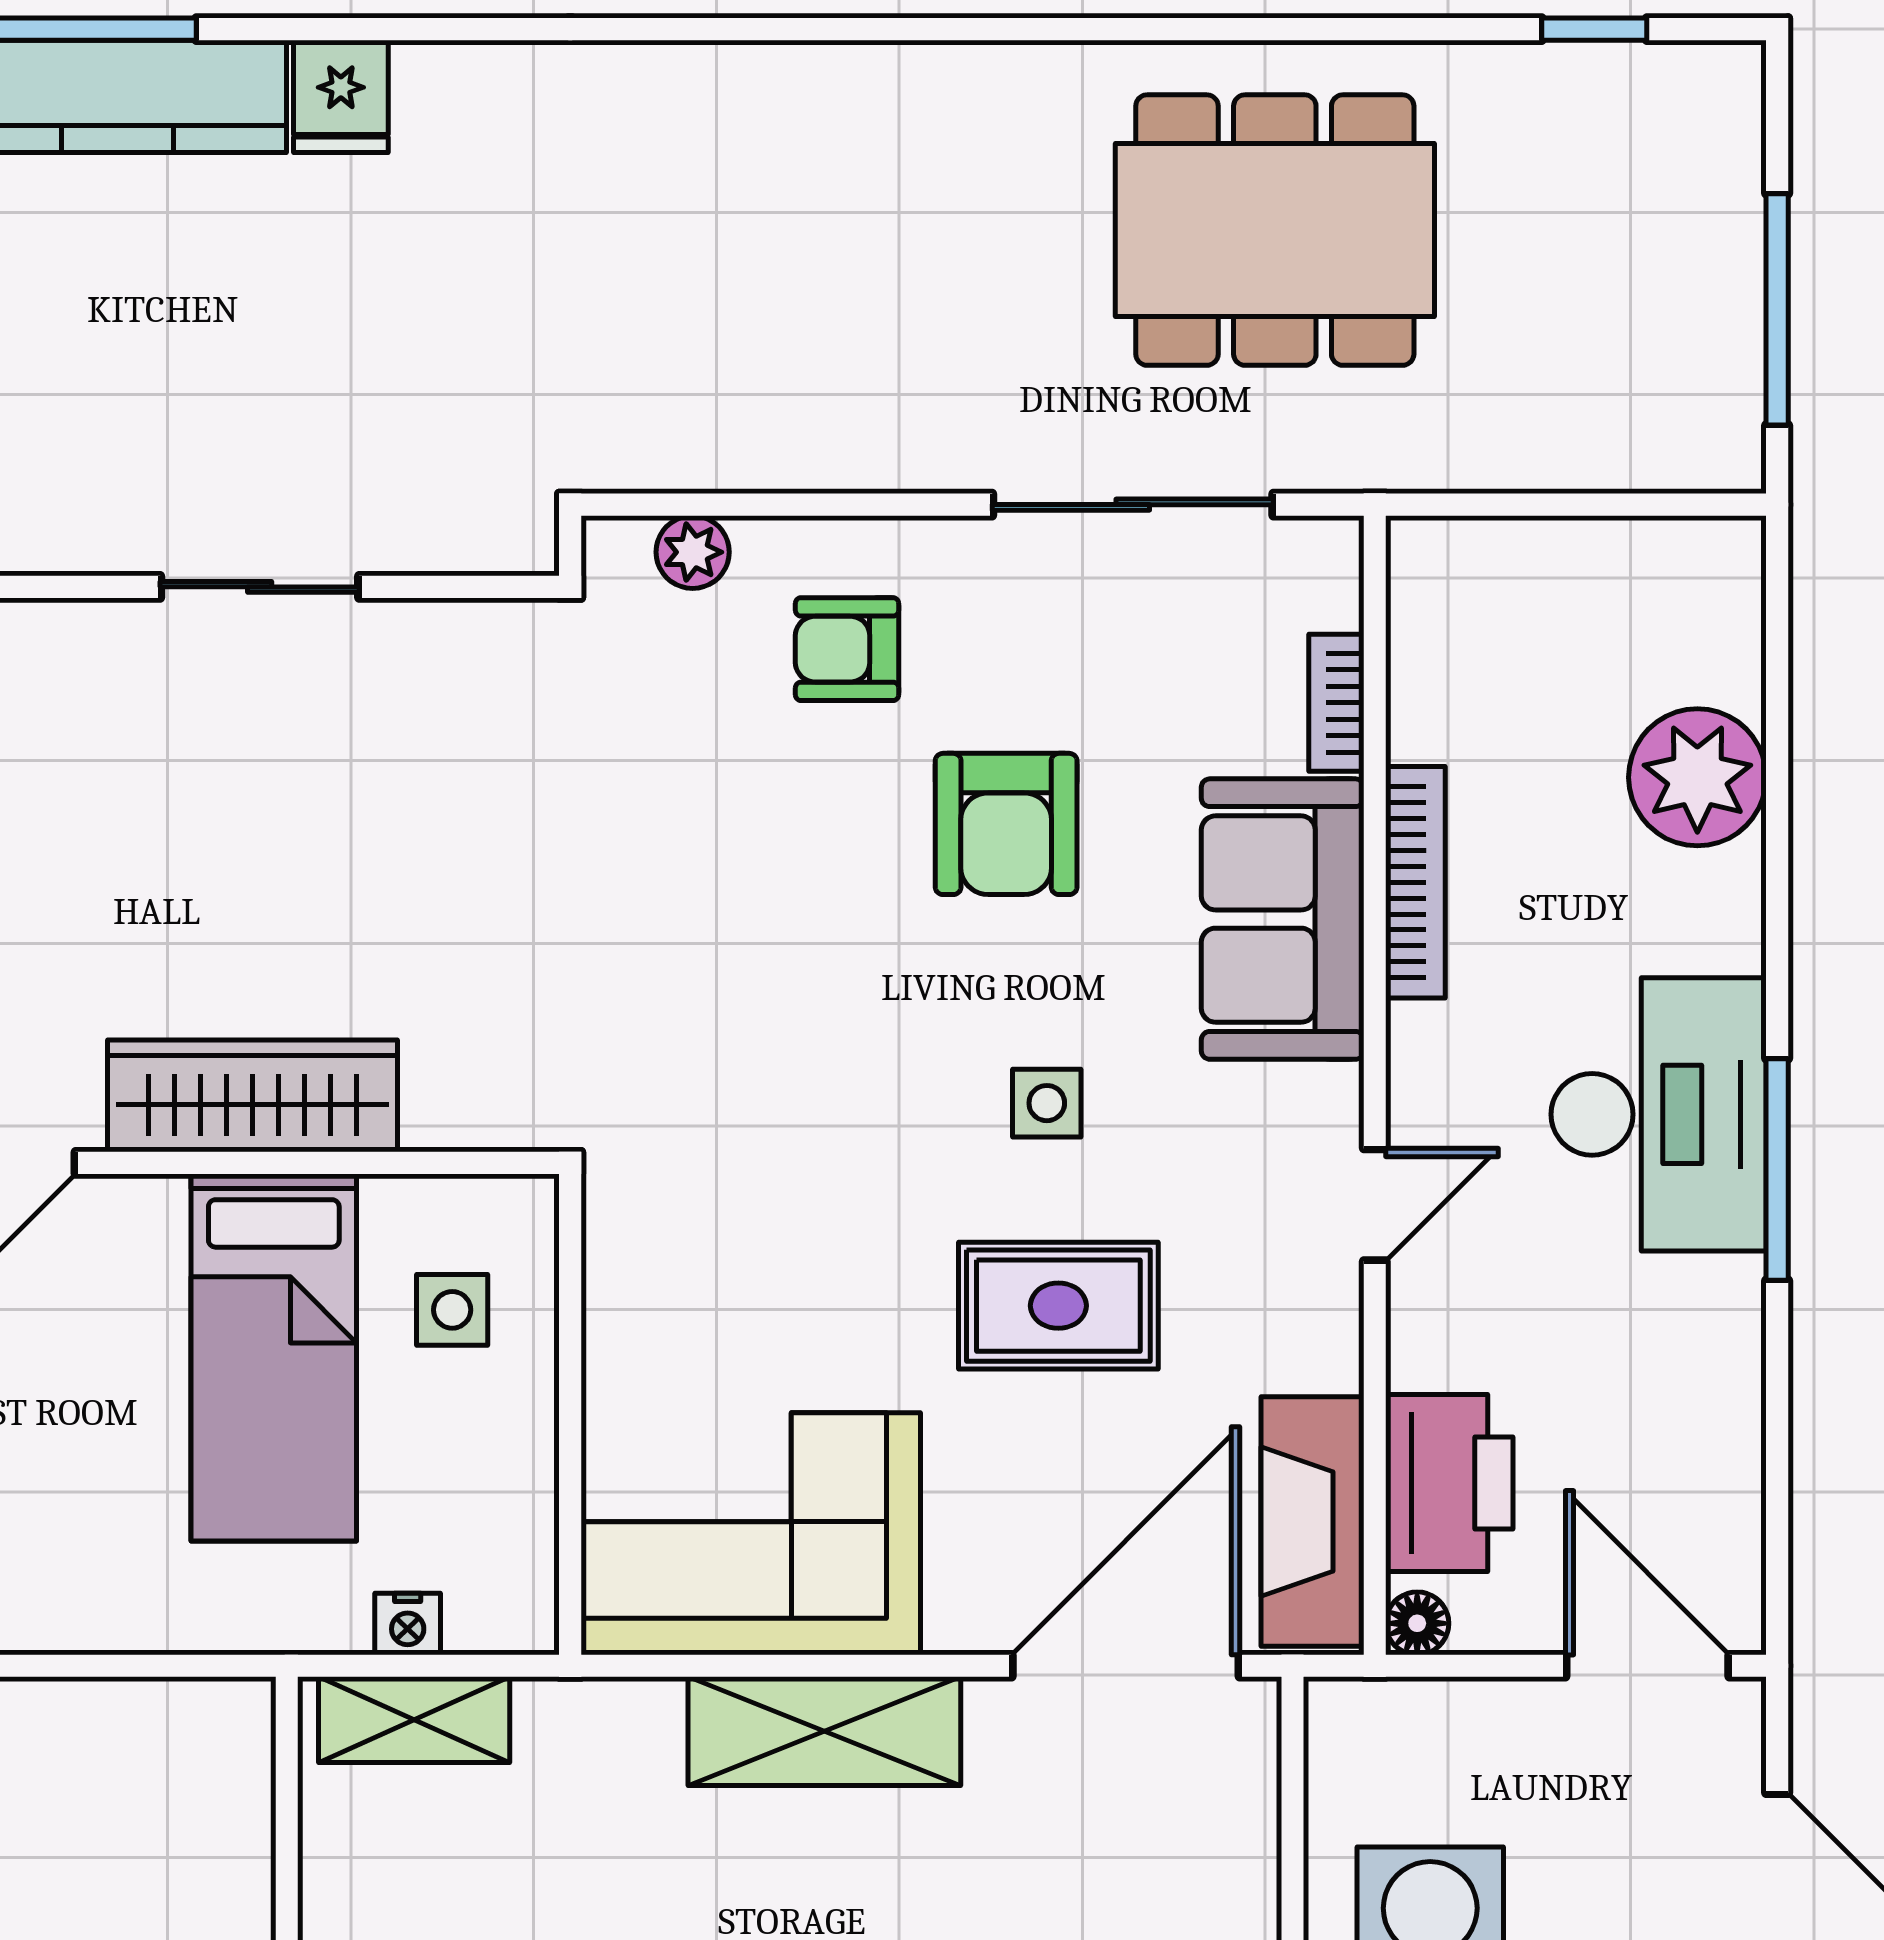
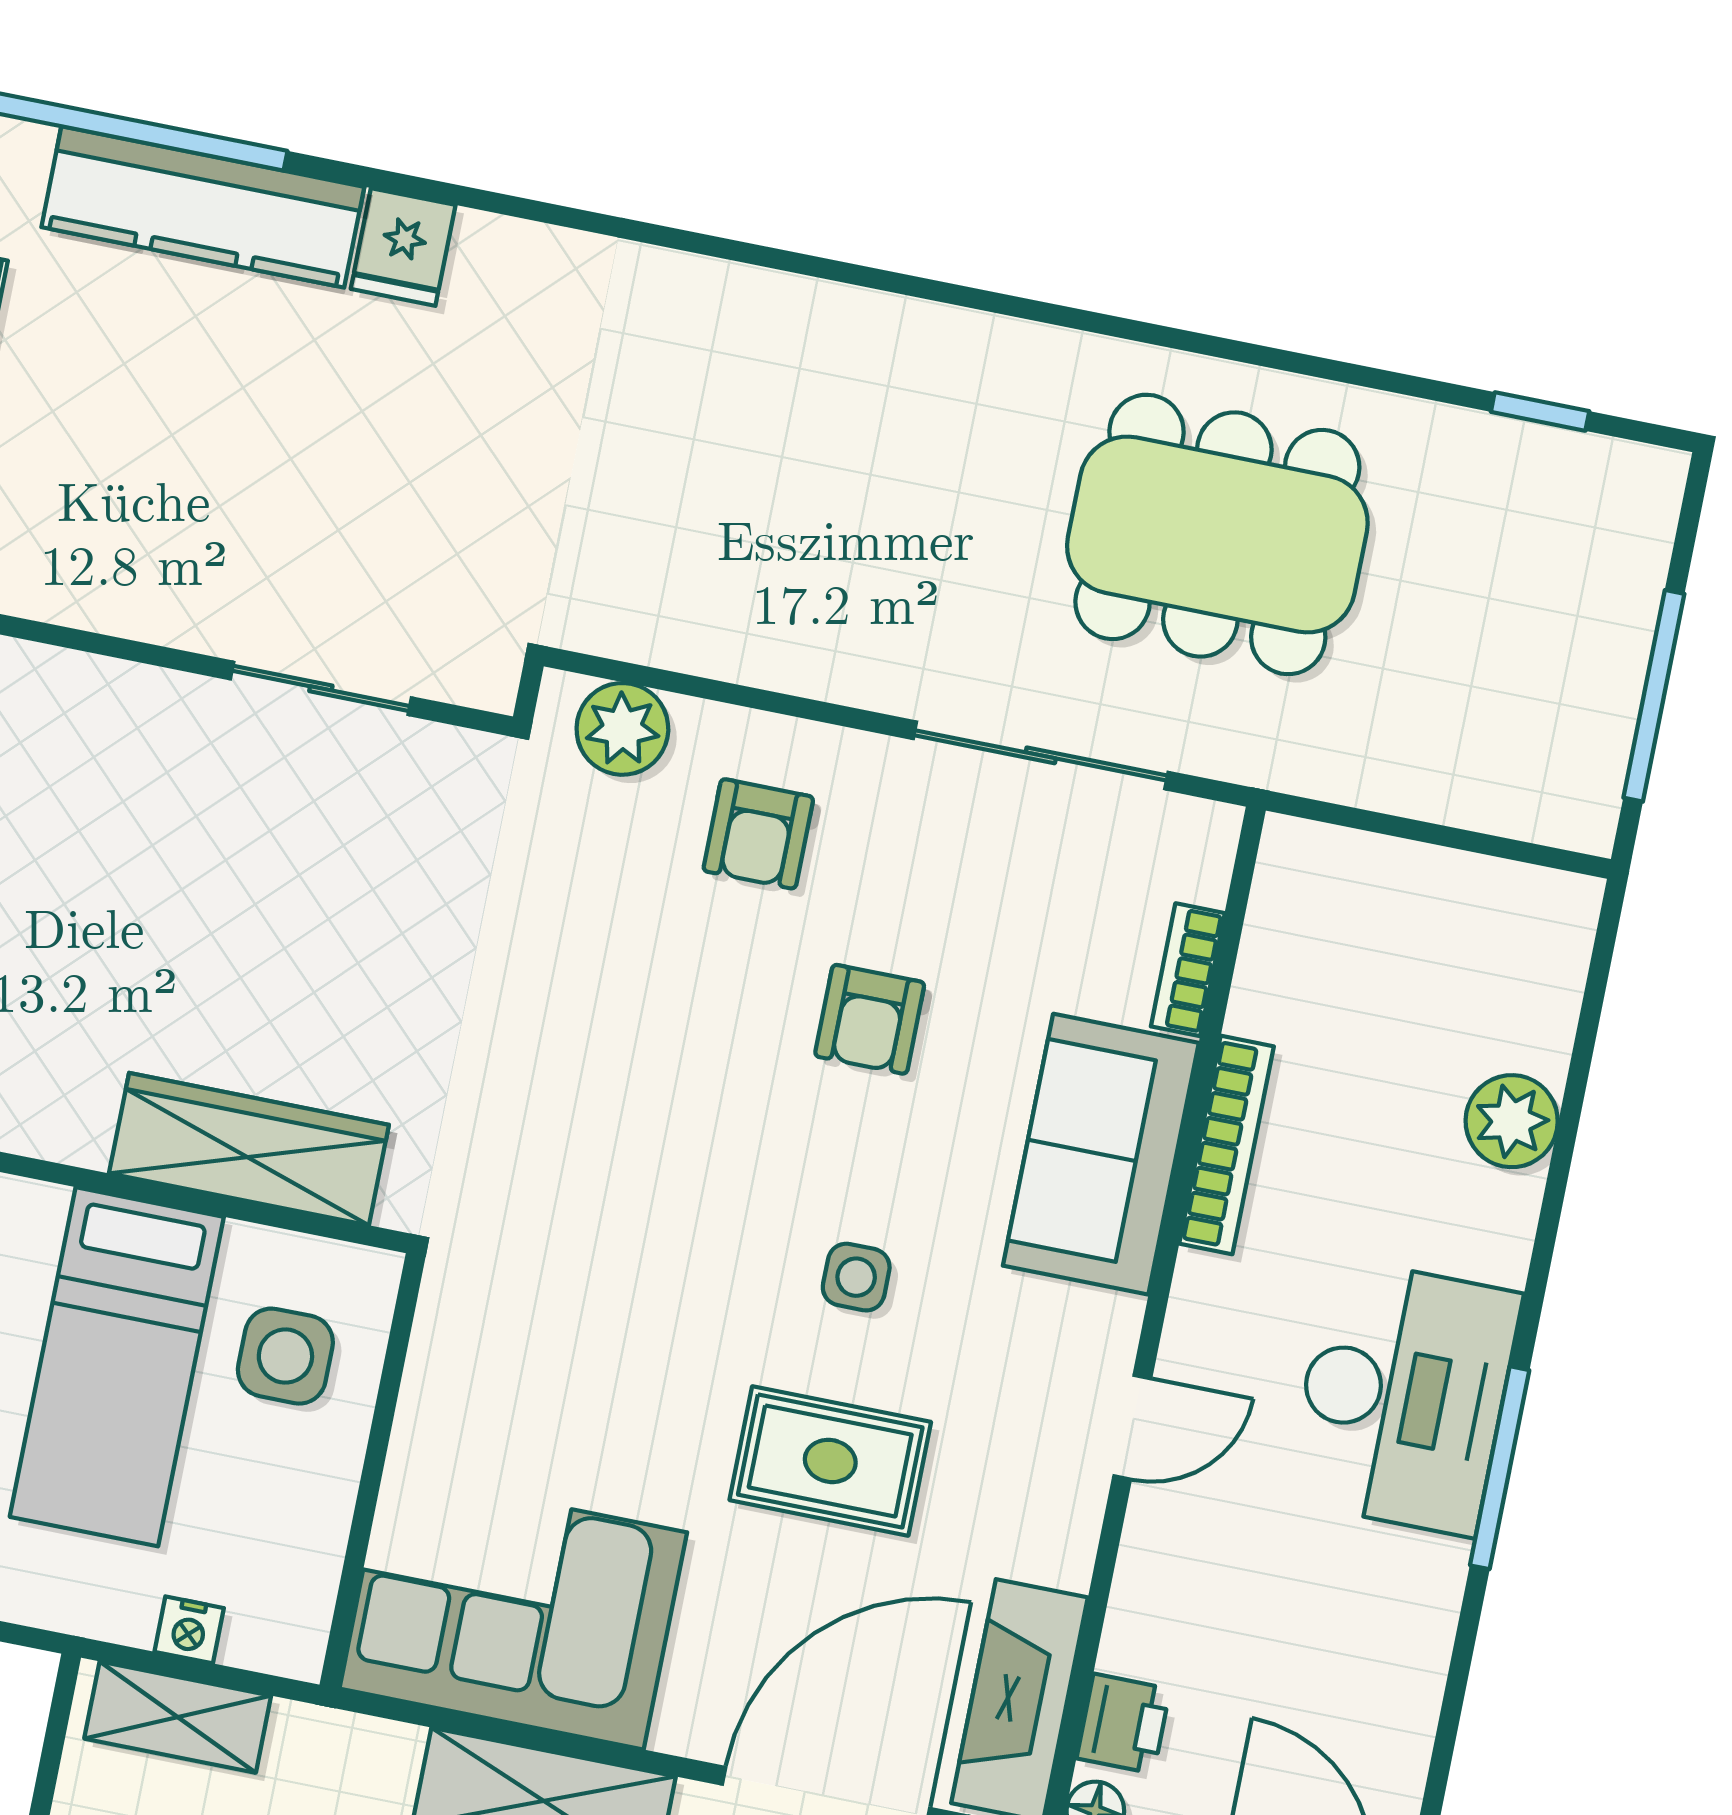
plant: (693, 552) -> (622, 729), width x1.38, depth x1.38
sliding door: (260, 587) -> (321, 688), moved
armchair: (847, 649) -> (758, 834), turned -90
plant: (1697, 777) -> (1512, 1121), width x0.73, depth x0.73
armchair: (1006, 824) -> (870, 1019), width x0.72, depth x0.72
wardrobe: (252, 1096) -> (249, 1149), moved
side table: (452, 1310) -> (285, 1356), width x1.37, depth x1.37
printer: (1449, 1483) -> (1123, 1724), width x0.53, depth x0.68

